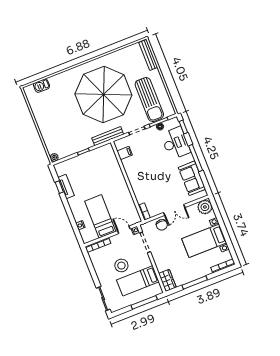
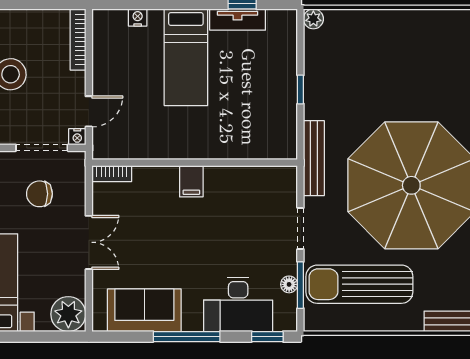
filing cabinet: (125, 153) -> (191, 181), moved
double door: (174, 210) -> (89, 242), swing flipped
bed: (100, 216) -> (186, 57), moved, turned 90
chair: (162, 225) -> (39, 194), moved

